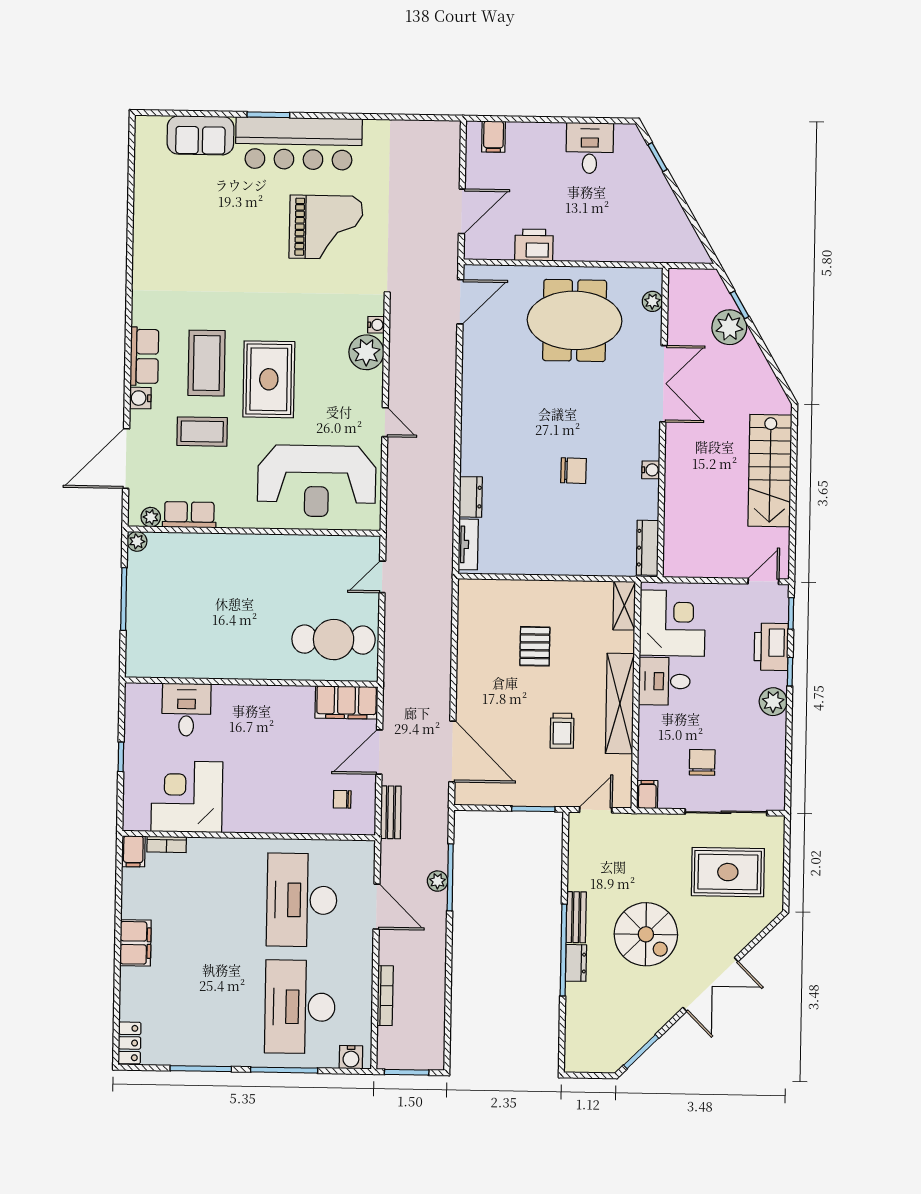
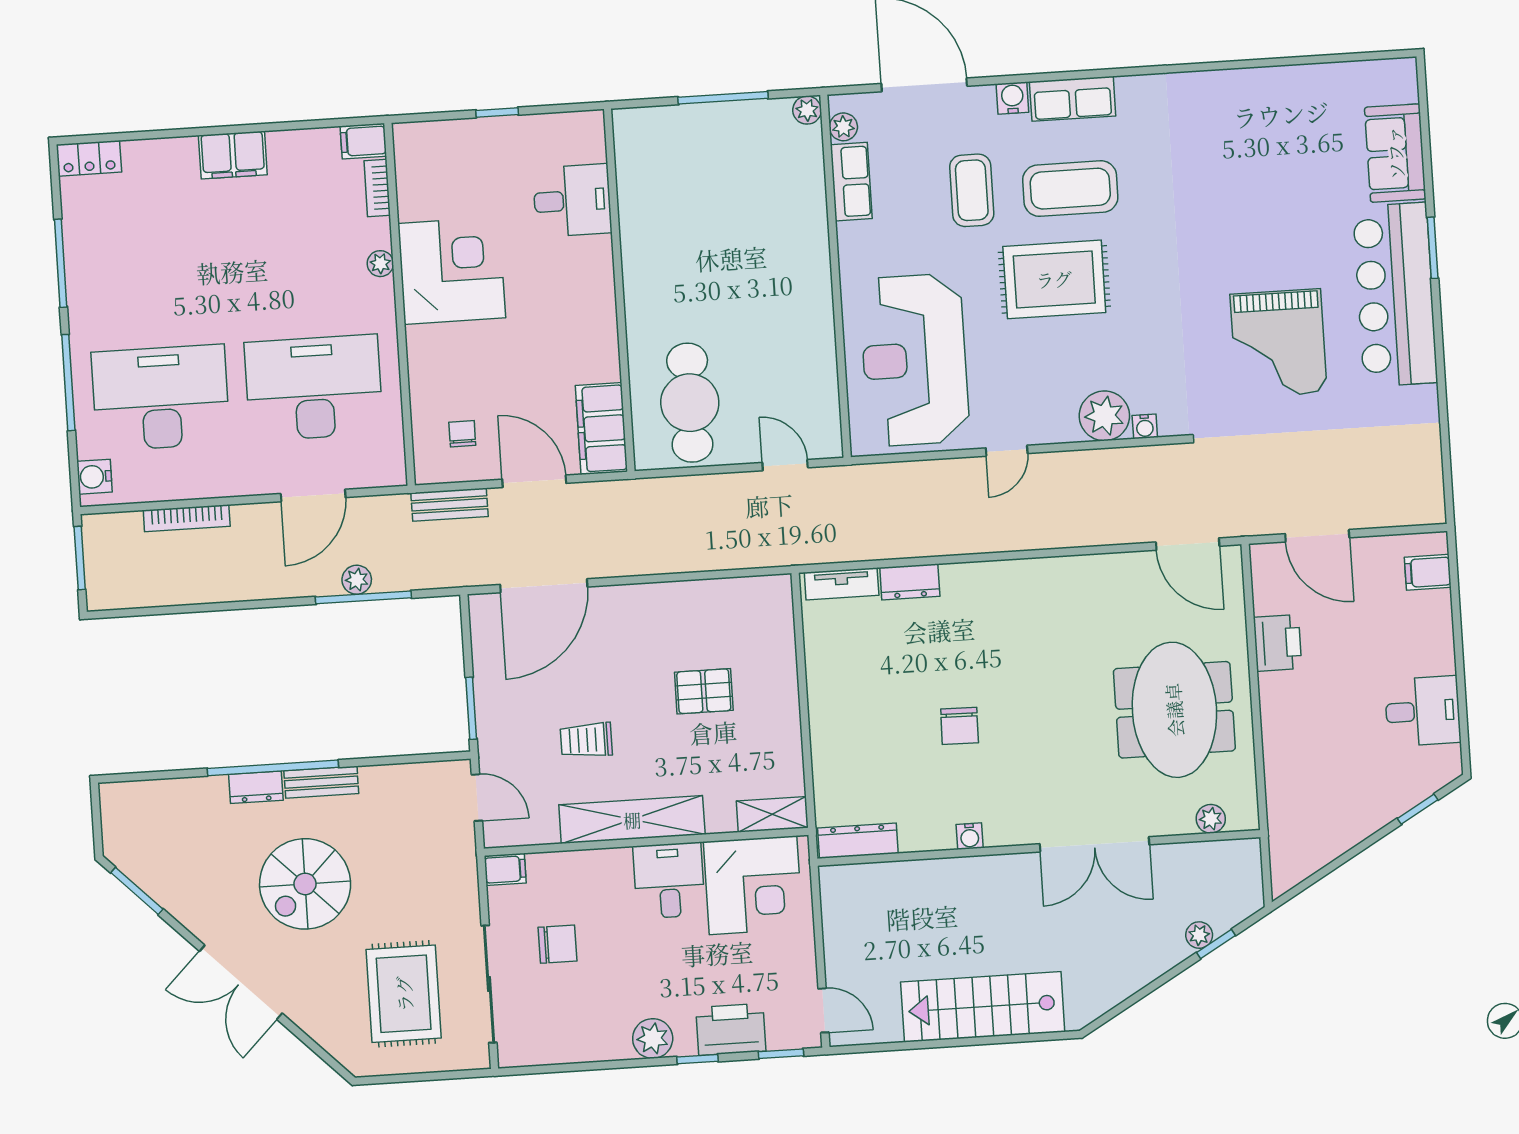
plant: (729, 327) -> (1199, 935), width x0.53, depth x0.53
corner desk: (187, 797) -> (452, 271), moved
plant: (219, 847) -> (380, 264), added

